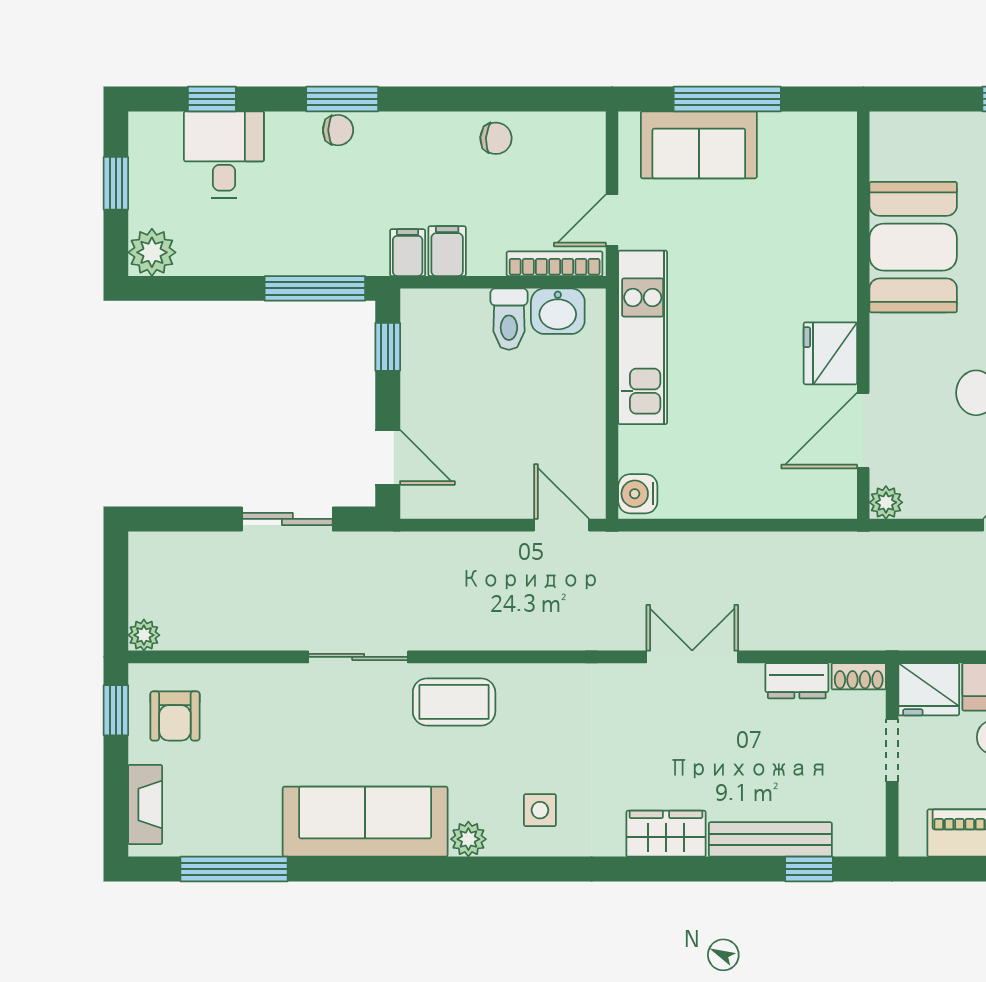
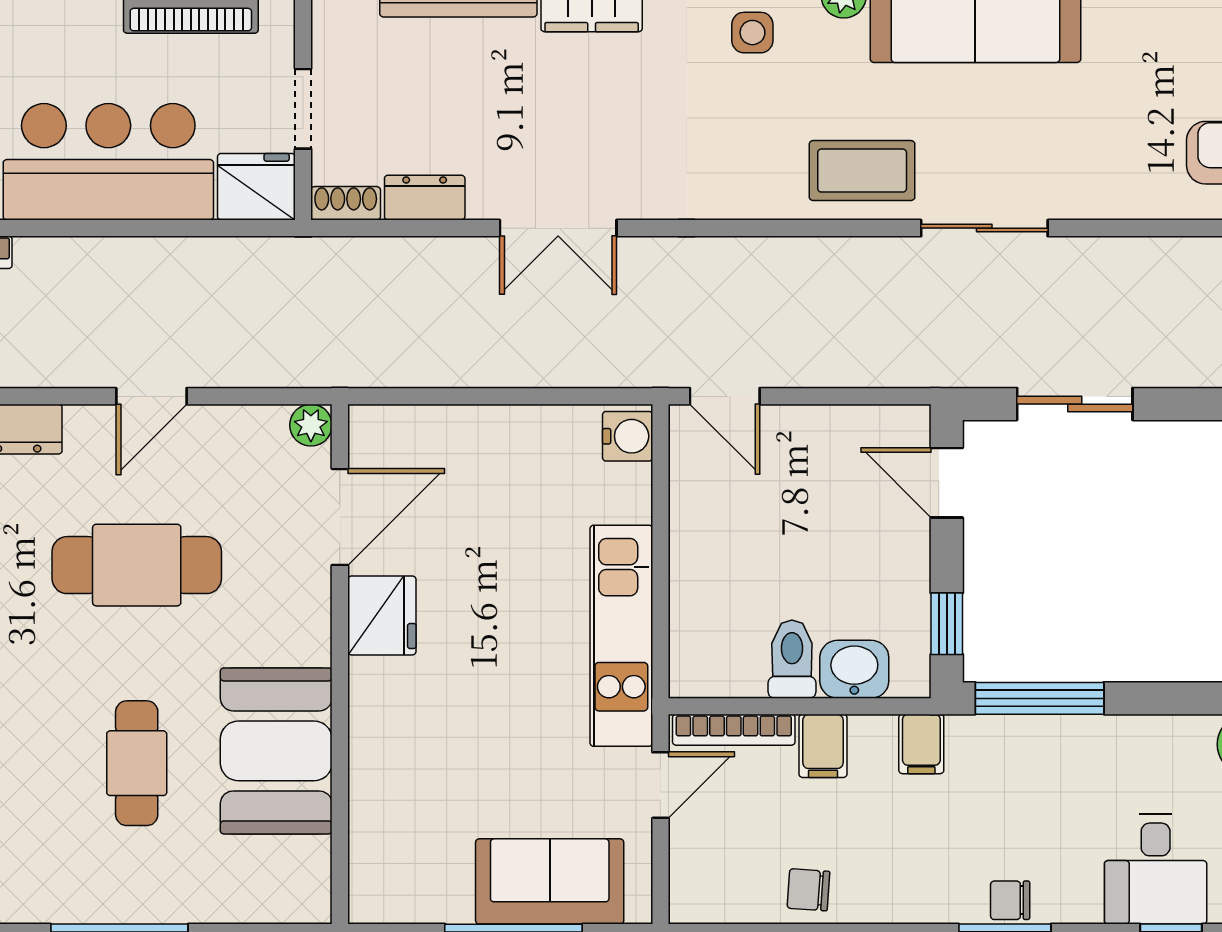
filing cabinet: (447, 251) -> (823, 746), moved
washbasin: (558, 311) -> (854, 669), moved

